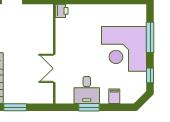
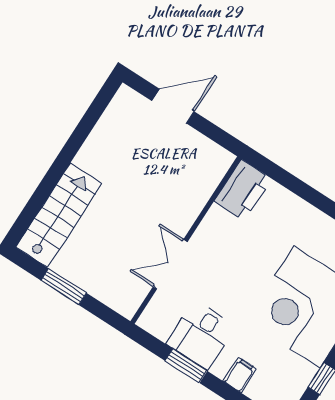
printer: (62, 11) -> (243, 190), width x1.87, depth x1.48

